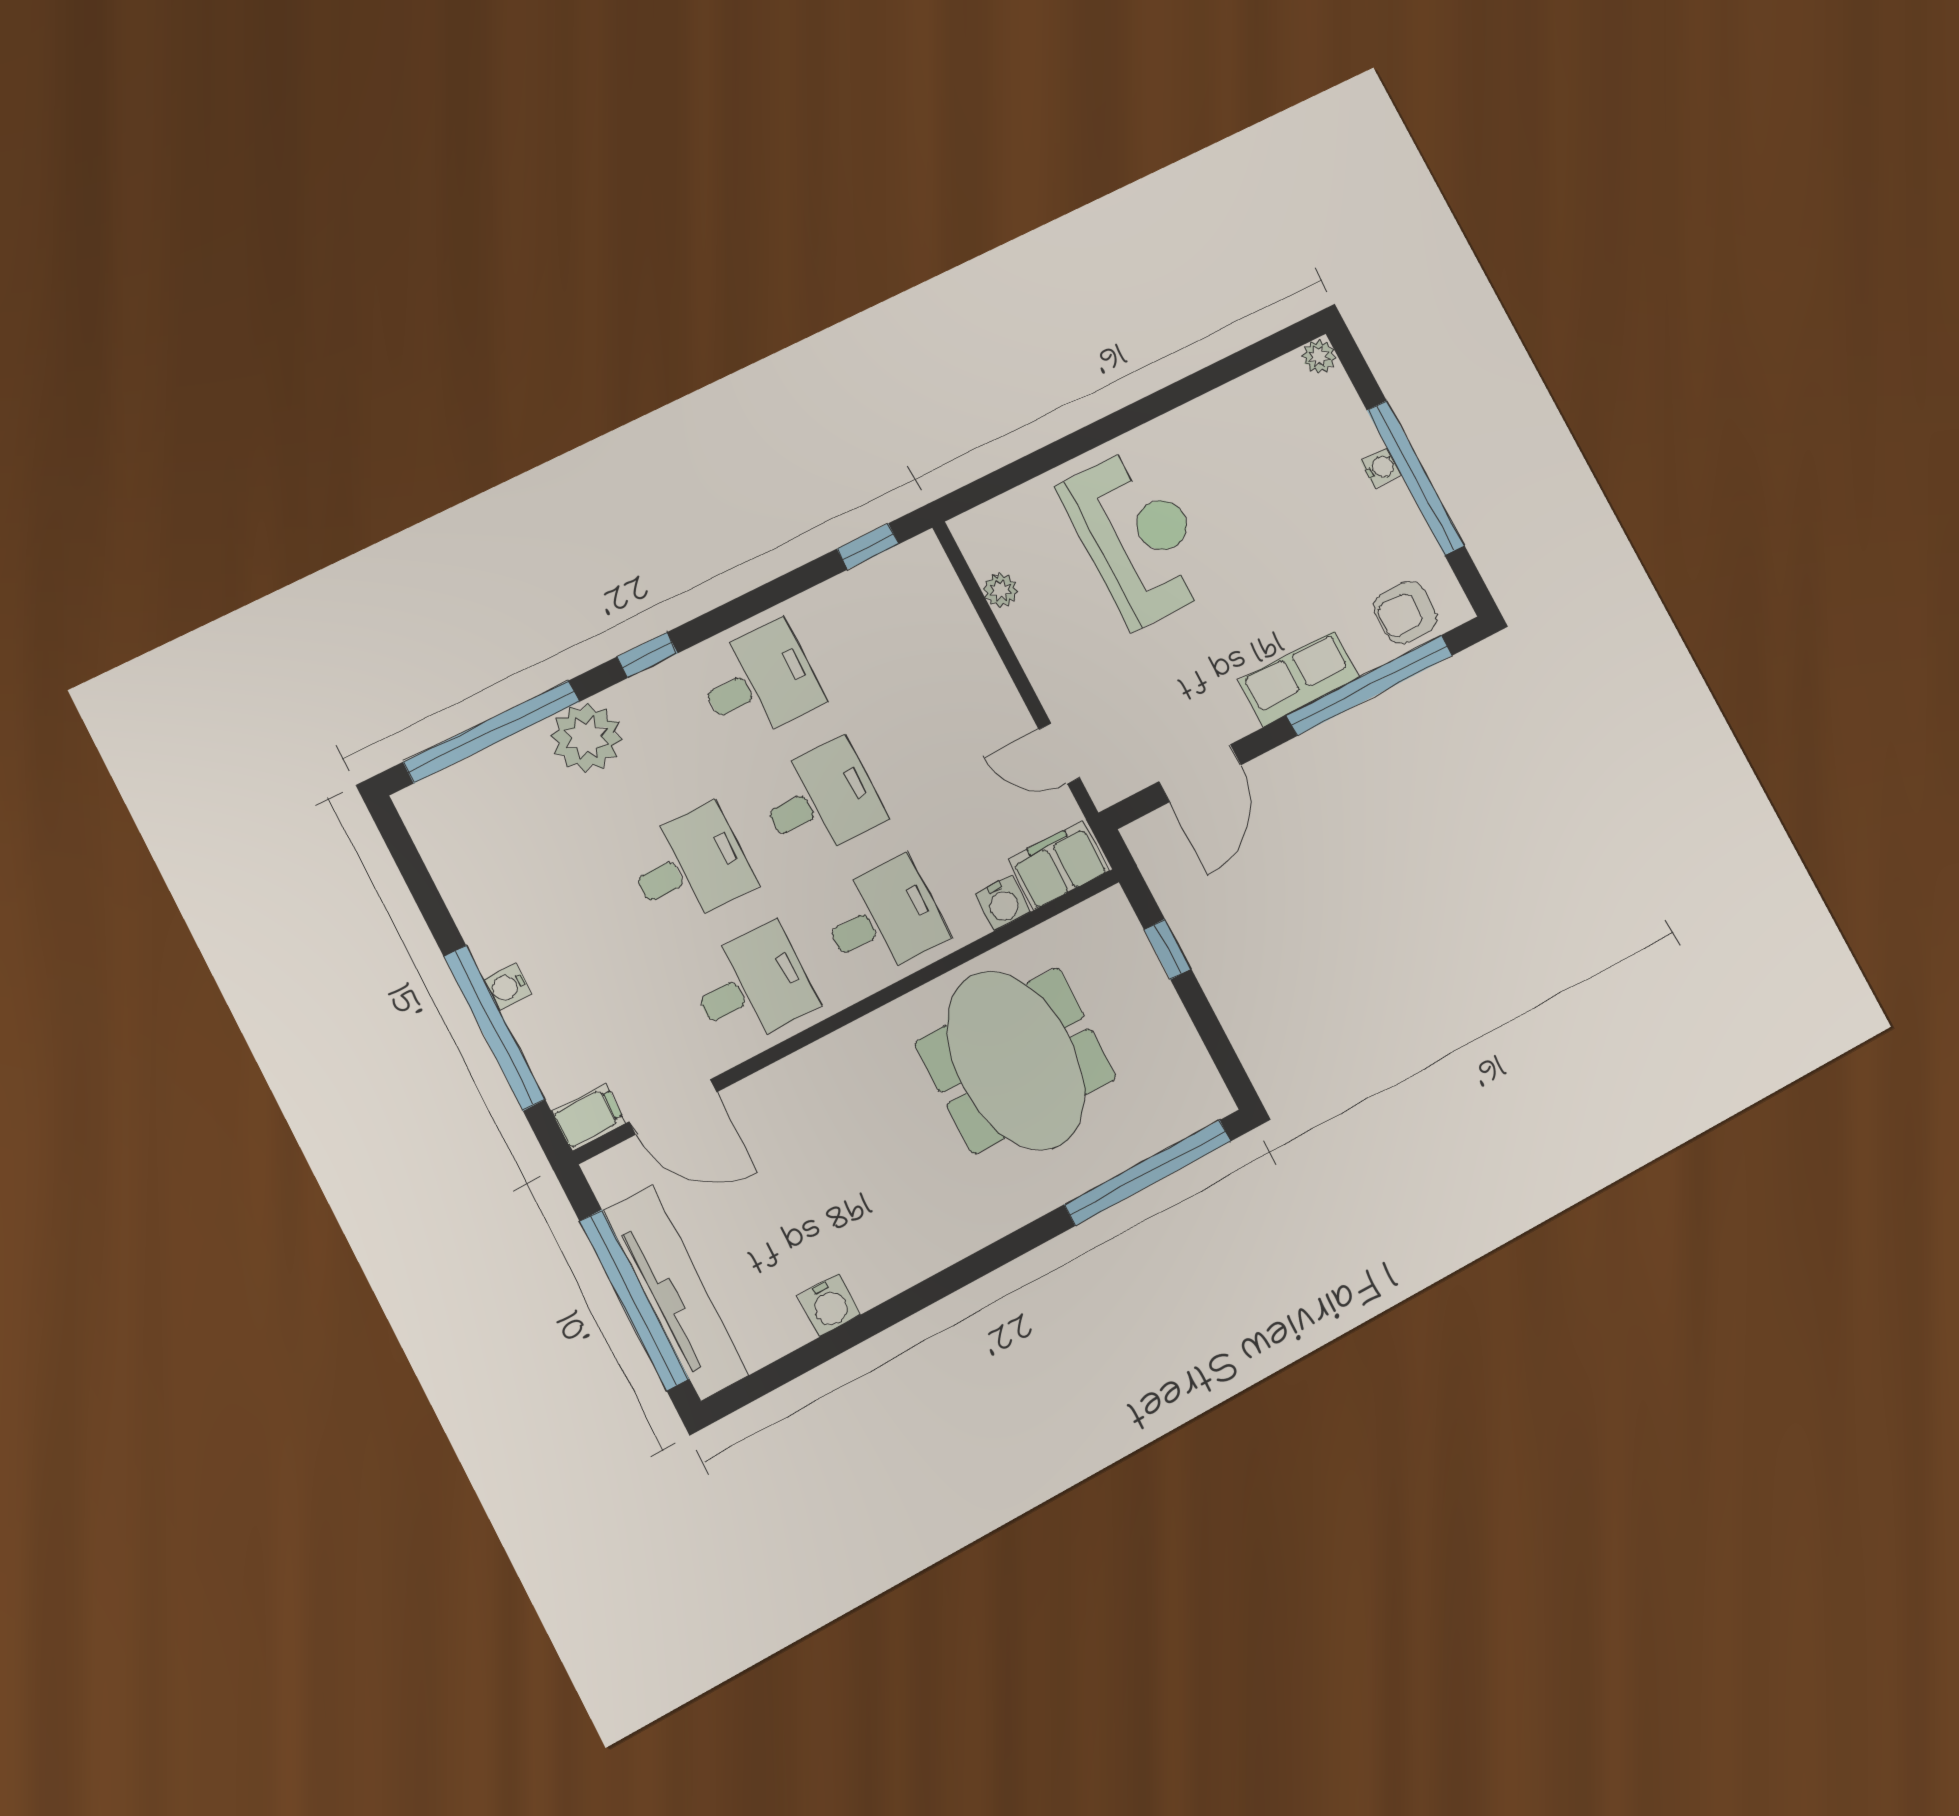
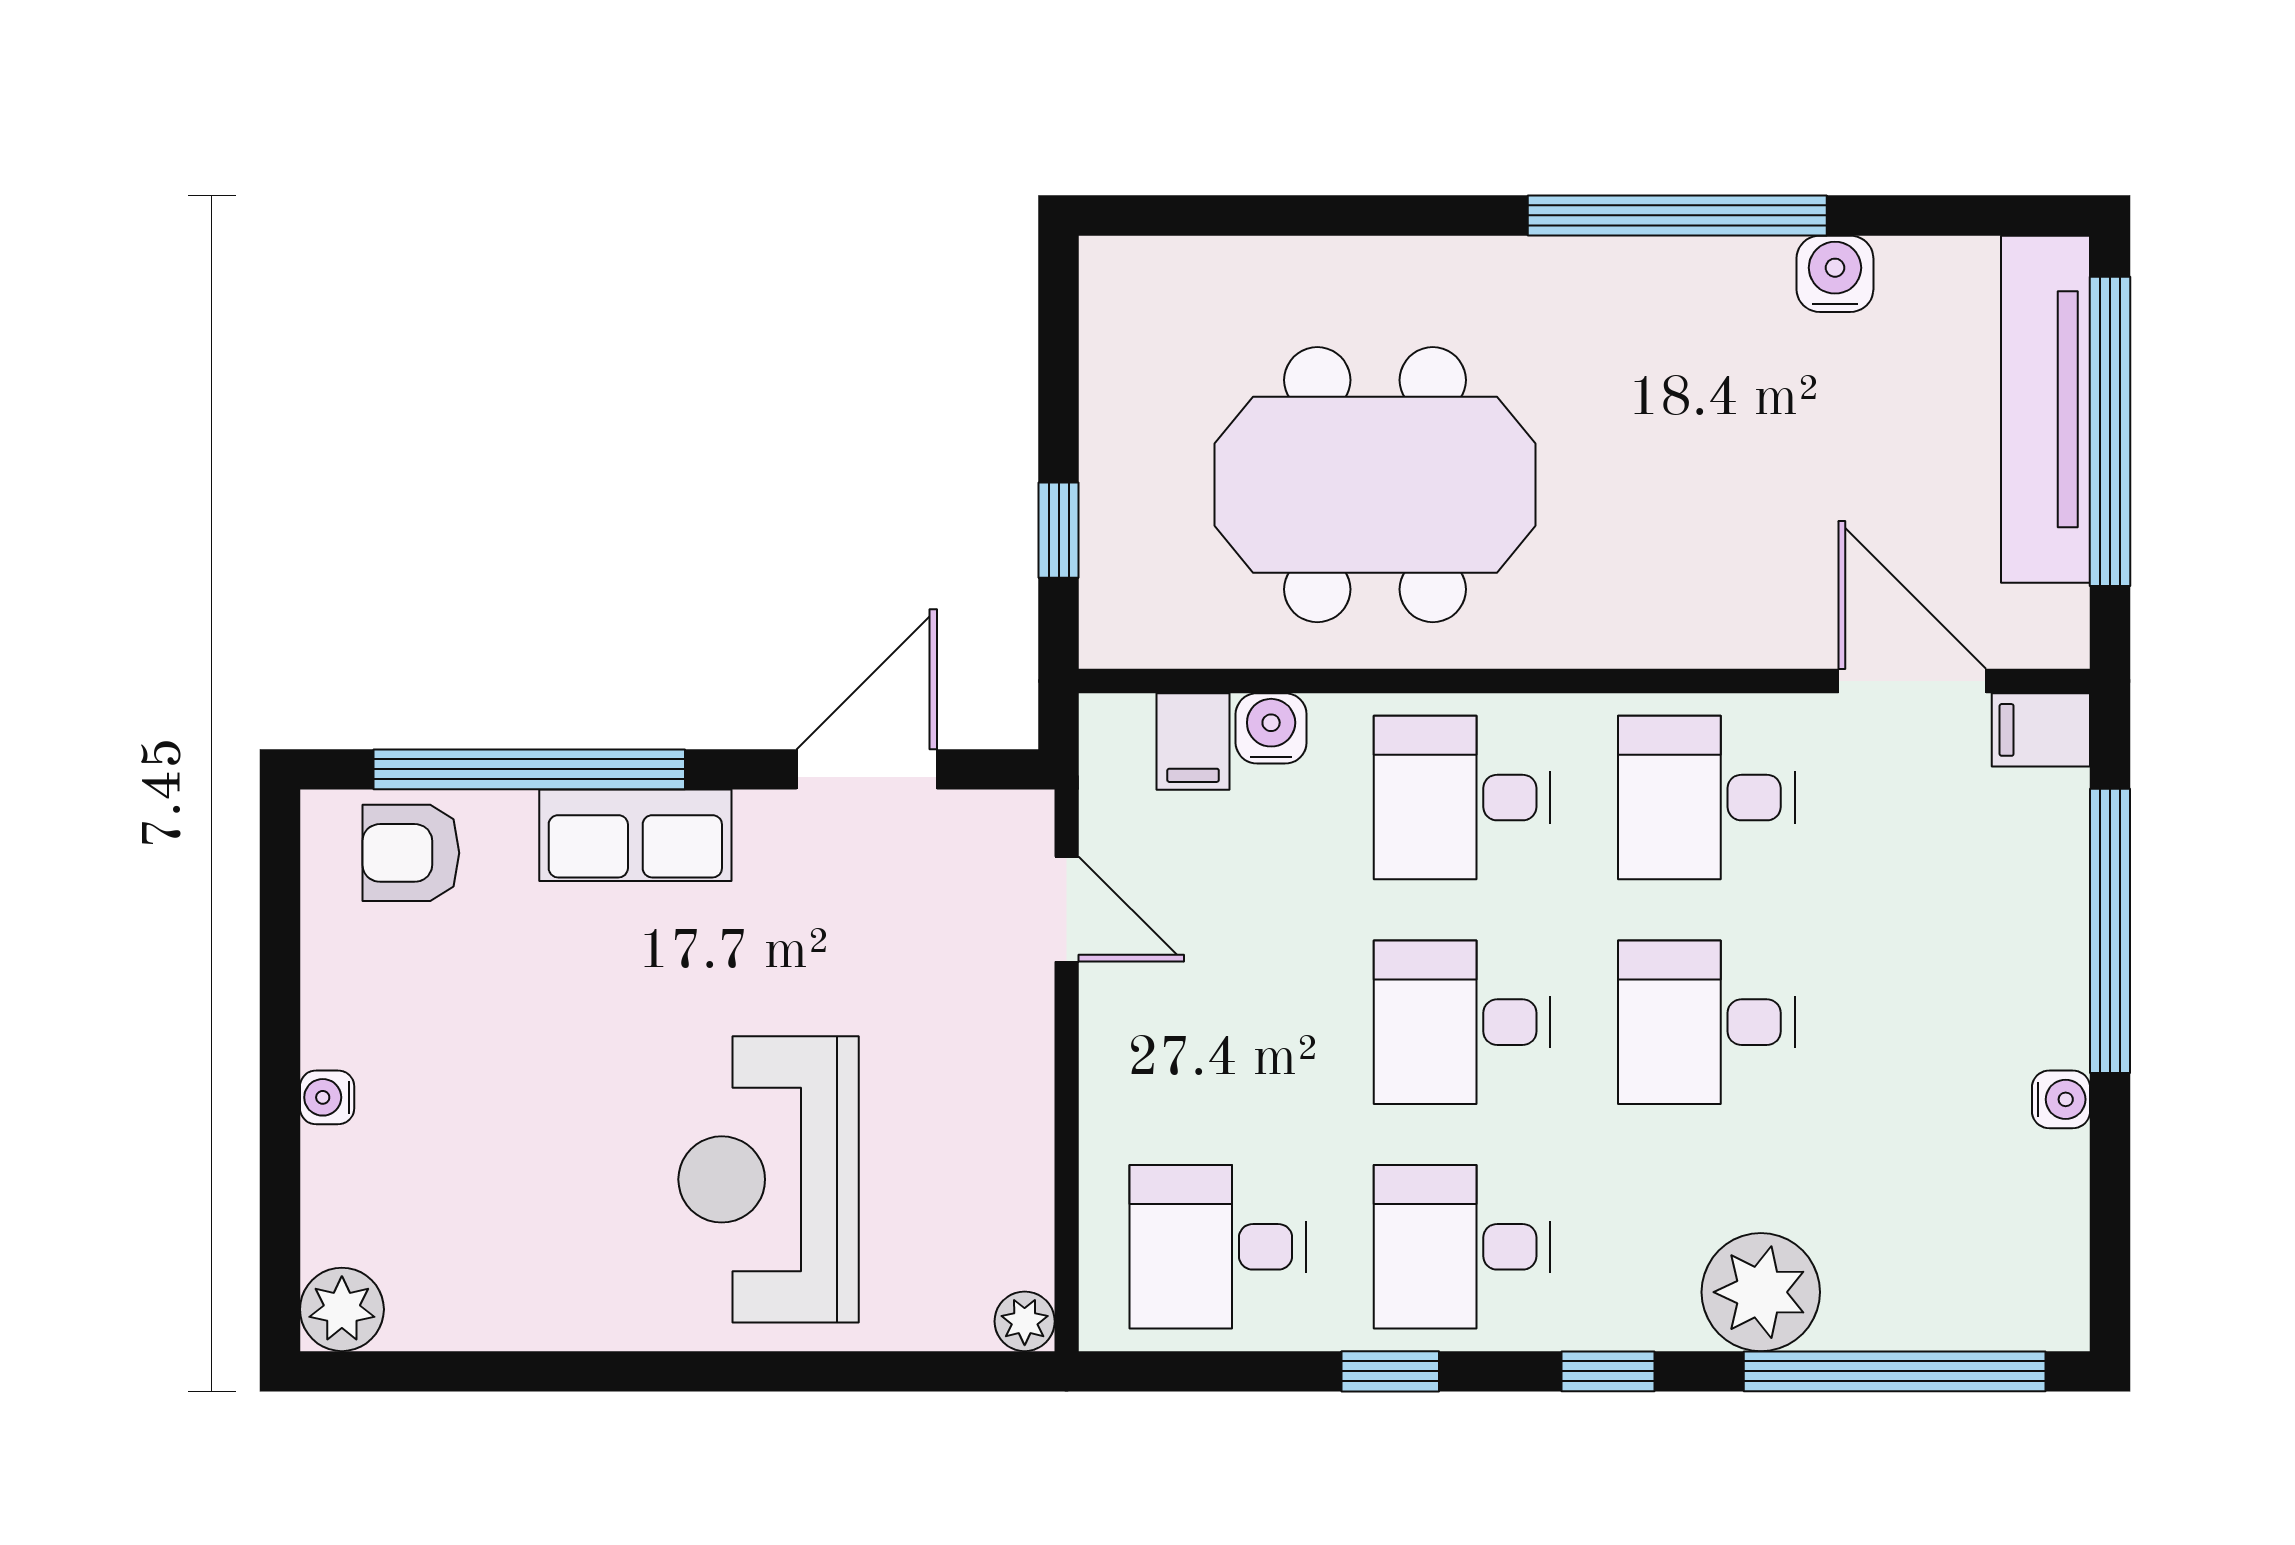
plant: (1319, 356) -> (342, 1309), width x1.38, depth x1.38
window: (1416, 478) -> (280, 1054), removed
window: (868, 546) -> (1390, 1371), moved
plant: (1000, 590) -> (1025, 1321), moved
armchair: (1406, 612) -> (411, 853), turned 180
desk: (888, 618) -> (1218, 1247), added
filing cabinet: (1059, 865) -> (1193, 741), width x0.50
water cooler: (508, 987) -> (2061, 1099), moved
meeting table: (1016, 1060) -> (1375, 485), turned 90
window: (1148, 1173) -> (1677, 215), moved

